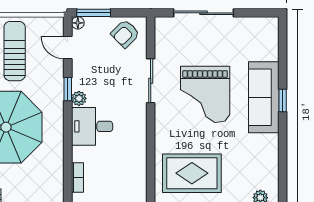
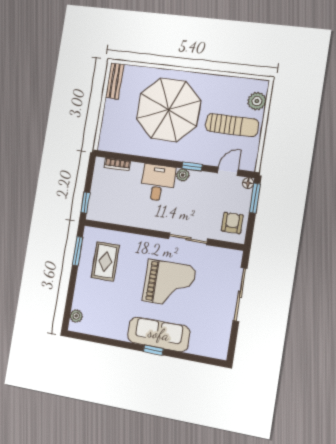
armchair: (125, 34) -> (232, 223), turned 45
grand piano: (205, 94) -> (169, 284), turned 180
rug: (192, 173) -> (105, 261), width x0.73, depth x0.70

